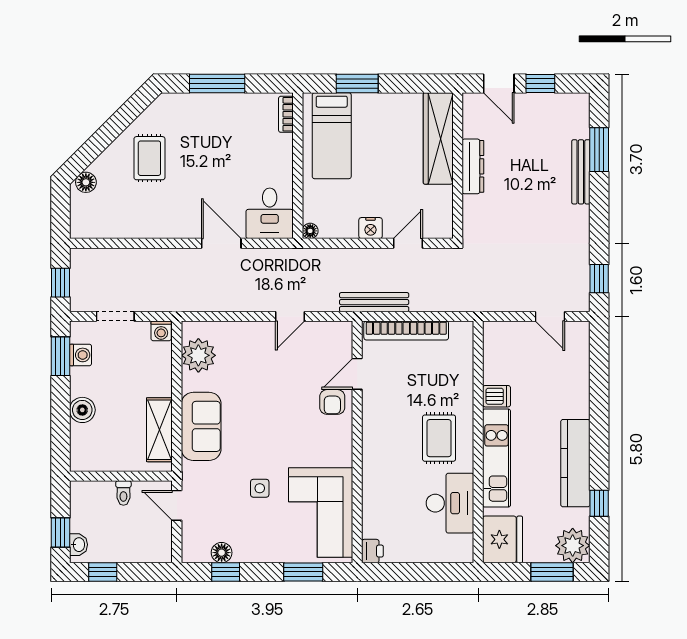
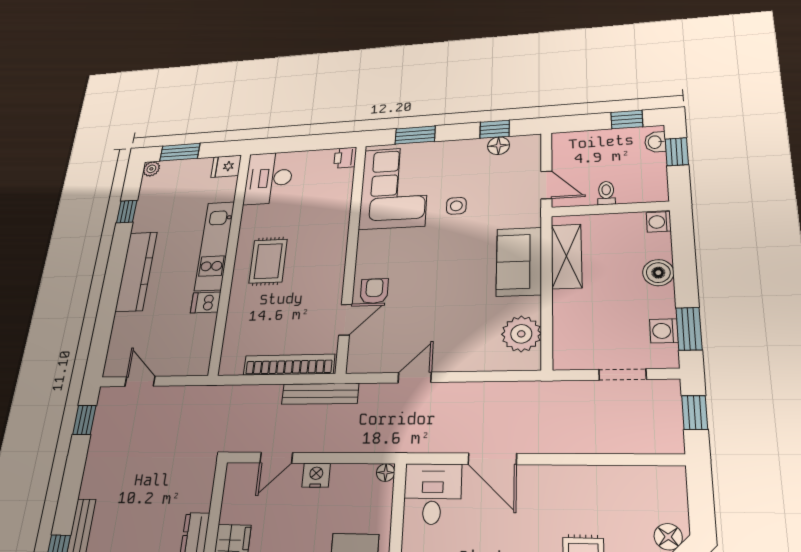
washing machine: (161, 331) -> (659, 222), moved, turned -90
kitchen counter: (575, 463) -> (136, 271), moved
desk: (450, 503) -> (269, 178), moved
fridge: (503, 539) -> (226, 166), width x0.53, depth x0.75
plant: (573, 546) -> (151, 169), width x0.53, depth x0.53

